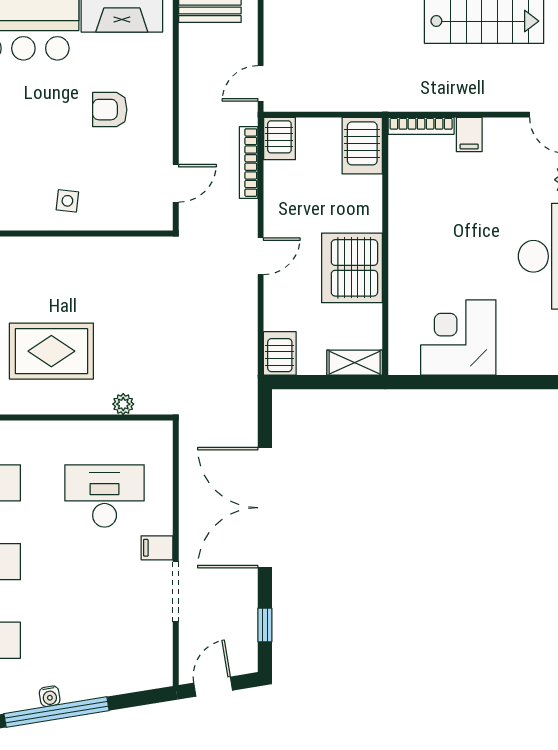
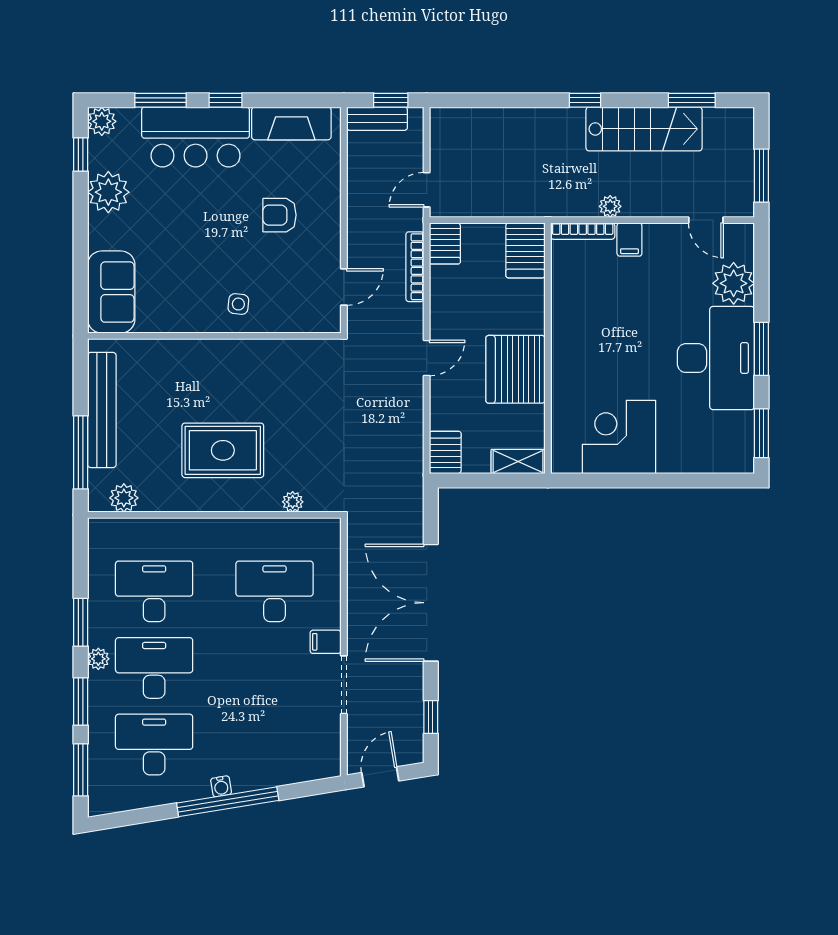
plant: (449, 101) -> (610, 206), added

